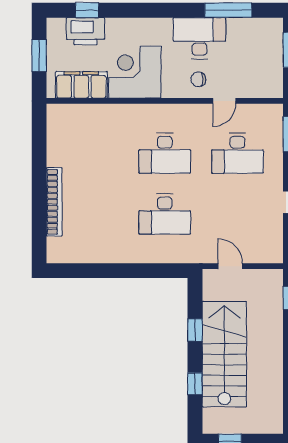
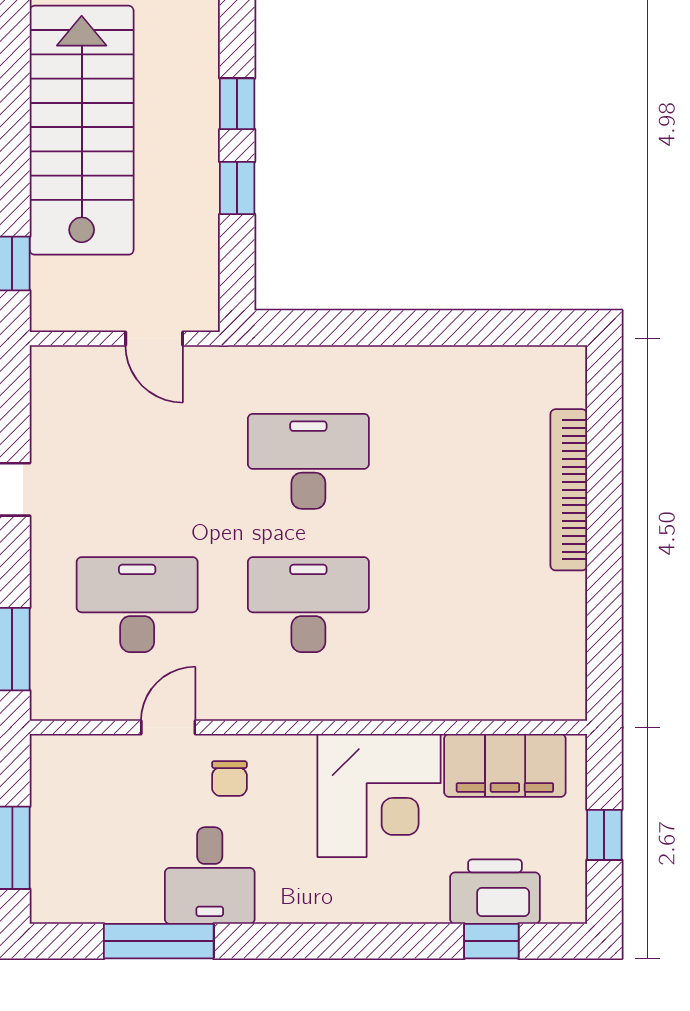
desk: (200, 38) -> (210, 876), width x0.73
window: (39, 55) -> (604, 835), width x0.67
chair: (198, 79) -> (229, 779), turned 90
stairs: (224, 354) -> (82, 130), moved, turned 180
window: (195, 384) -> (237, 104), moved

